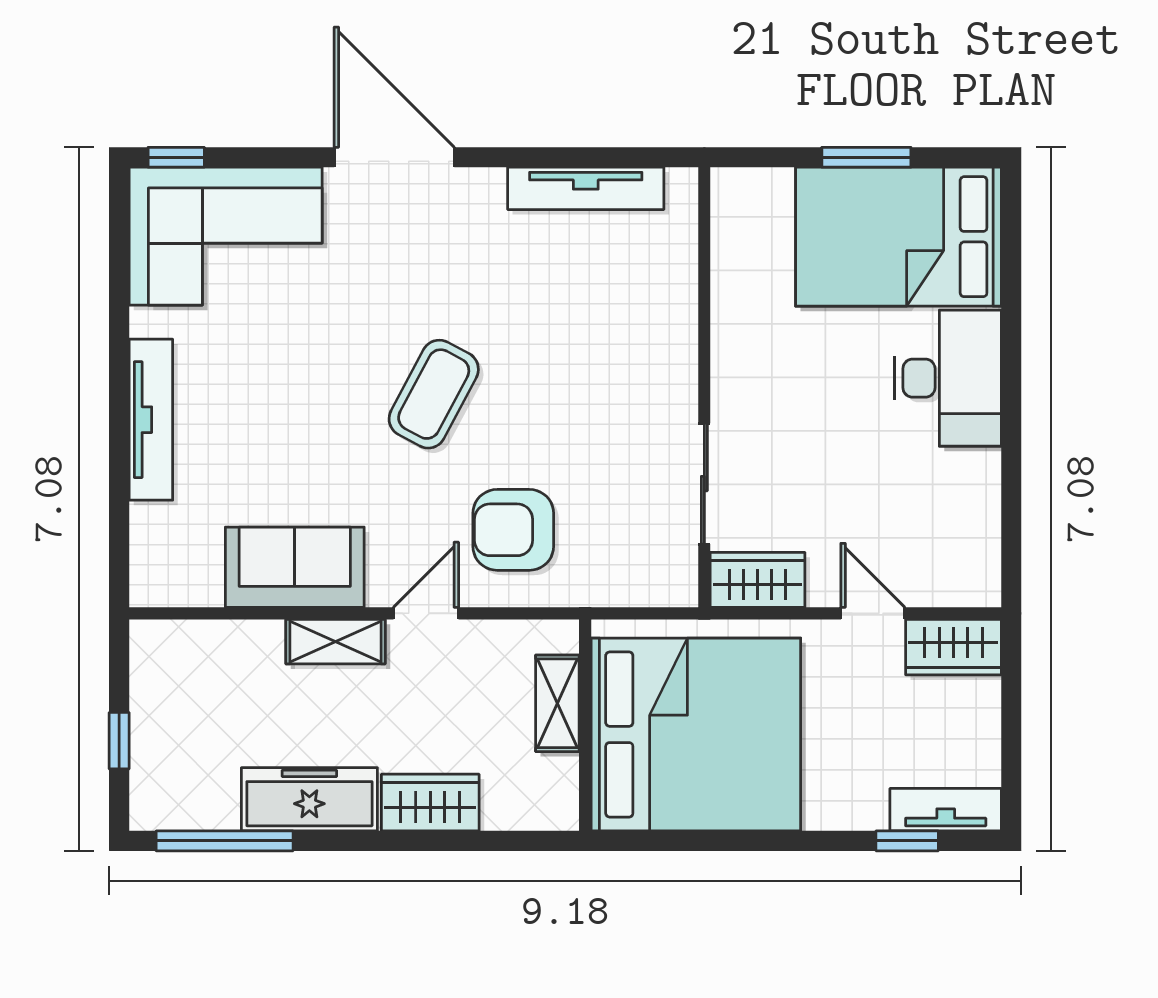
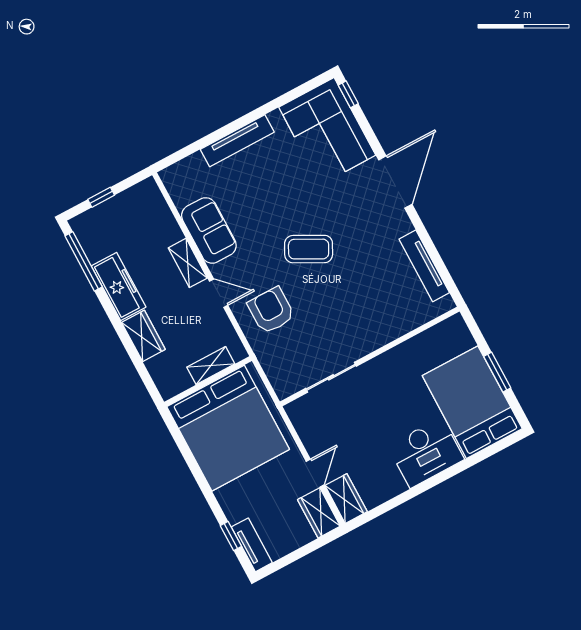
wardrobe: (758, 580) -> (346, 499), moved

